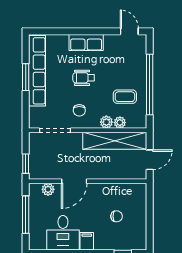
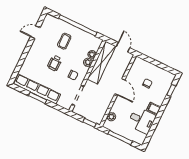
door: (129, 31) -> (35, 32), moved
row of seats: (86, 43) -> (34, 51), removed
coffee table: (125, 97) -> (64, 41), moved
door: (74, 181) -> (120, 87), moved

